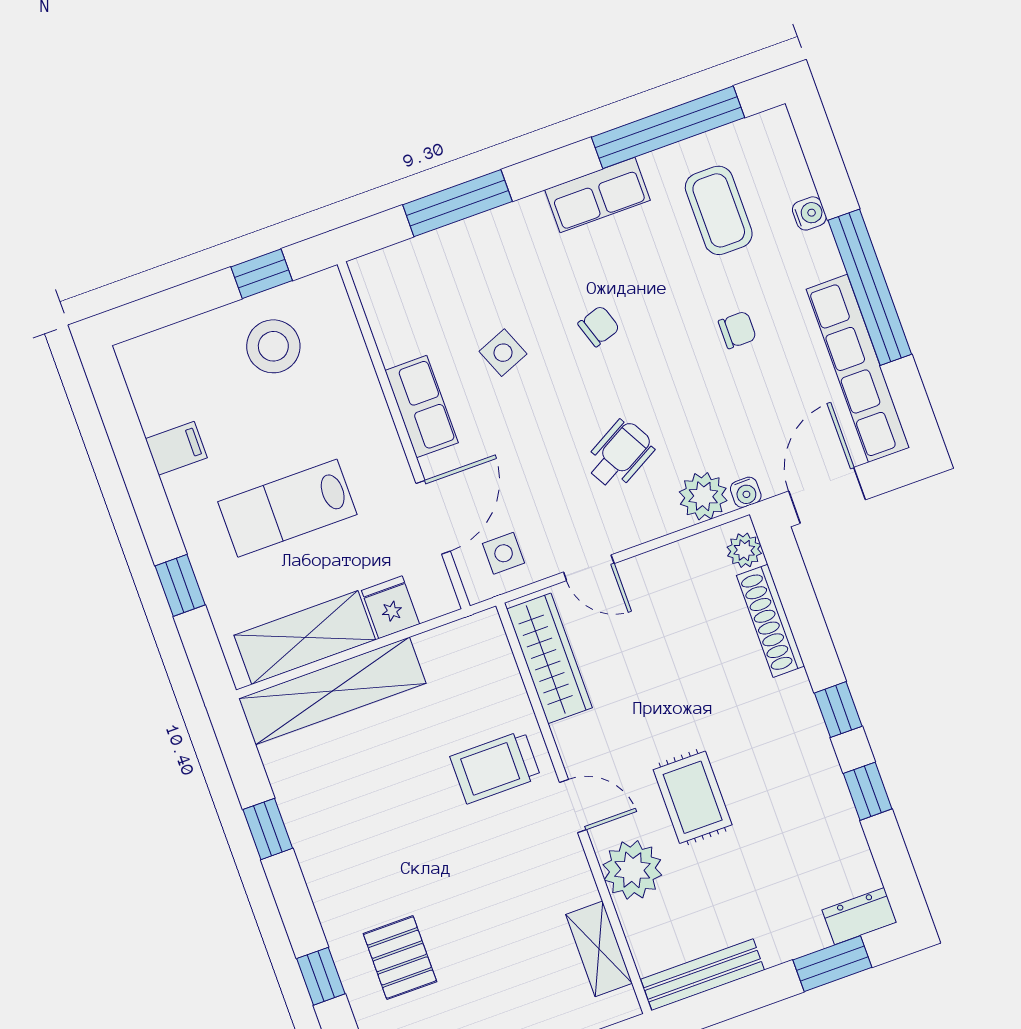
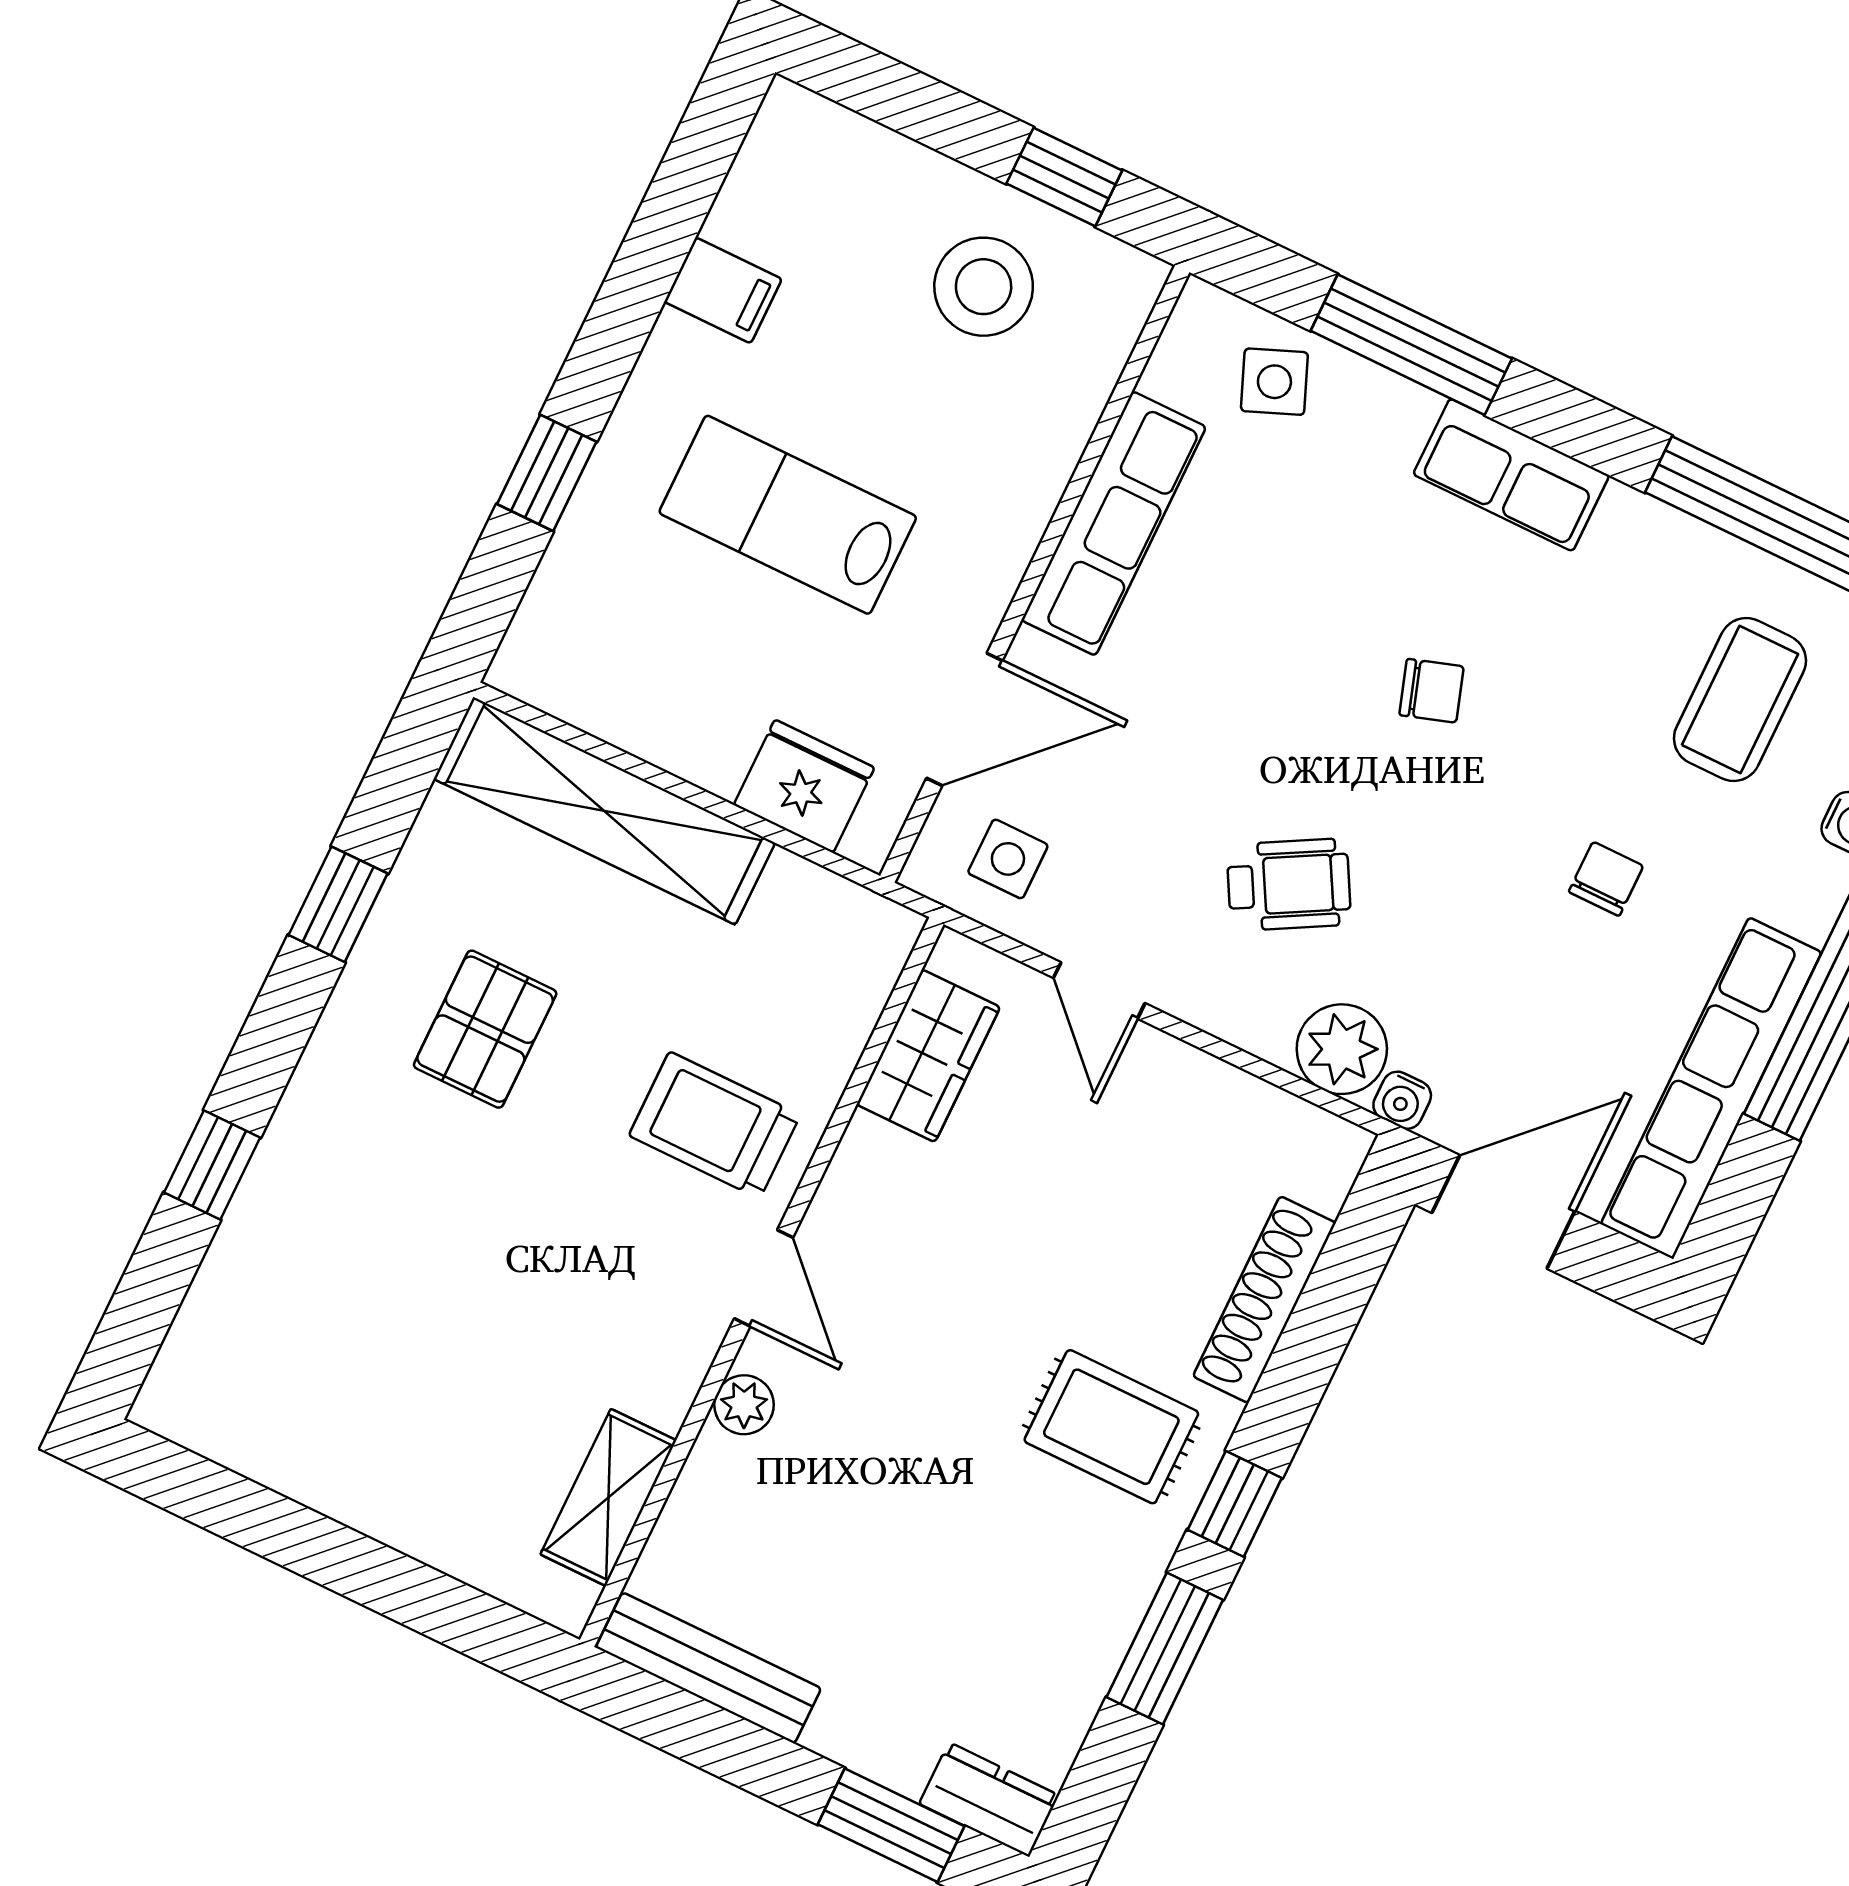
row of seats: (597, 195) -> (1511, 475), moved
chair: (737, 330) -> (1606, 879), turned -90
side table: (503, 353) -> (1274, 382), moved
row of seats: (422, 407) -> (1114, 523), width x1.48
plant: (744, 550) -> (1324, 1173), removed
fridge: (391, 607) -> (804, 786), width x1.38
shelving: (305, 638) -> (639, 705), removed
wardrobe: (549, 658) -> (928, 1056), width x0.67
window: (868, 791) -> (1165, 1649), width x1.50
rug: (693, 797) -> (1111, 1427), moved, turned 90
plant: (632, 870) -> (744, 1405), width x0.53, depth x0.53
pallet: (400, 958) -> (485, 1029), moved

